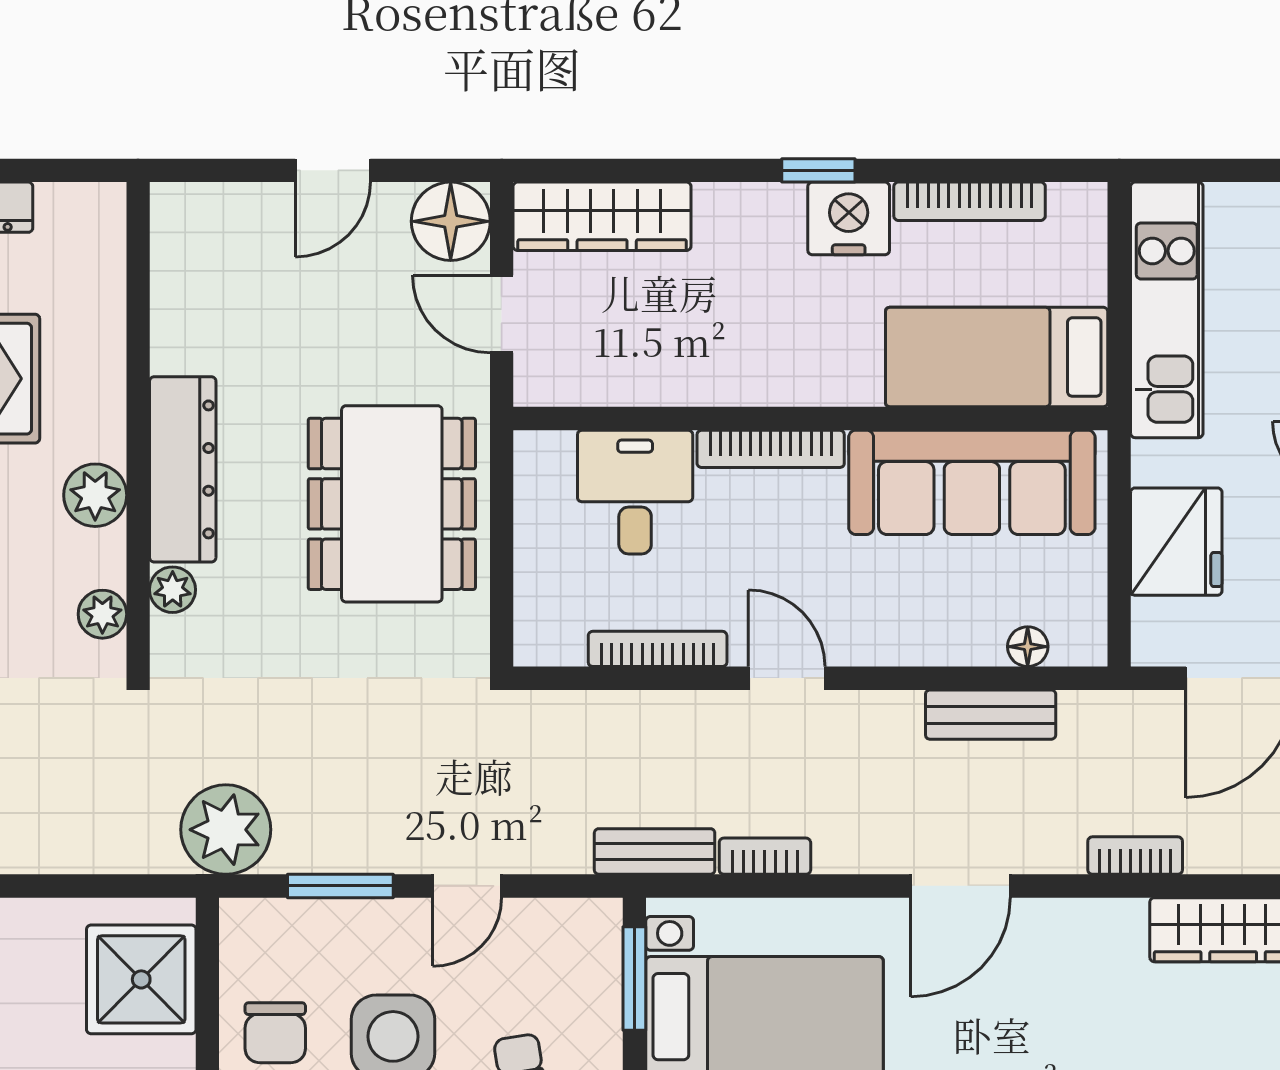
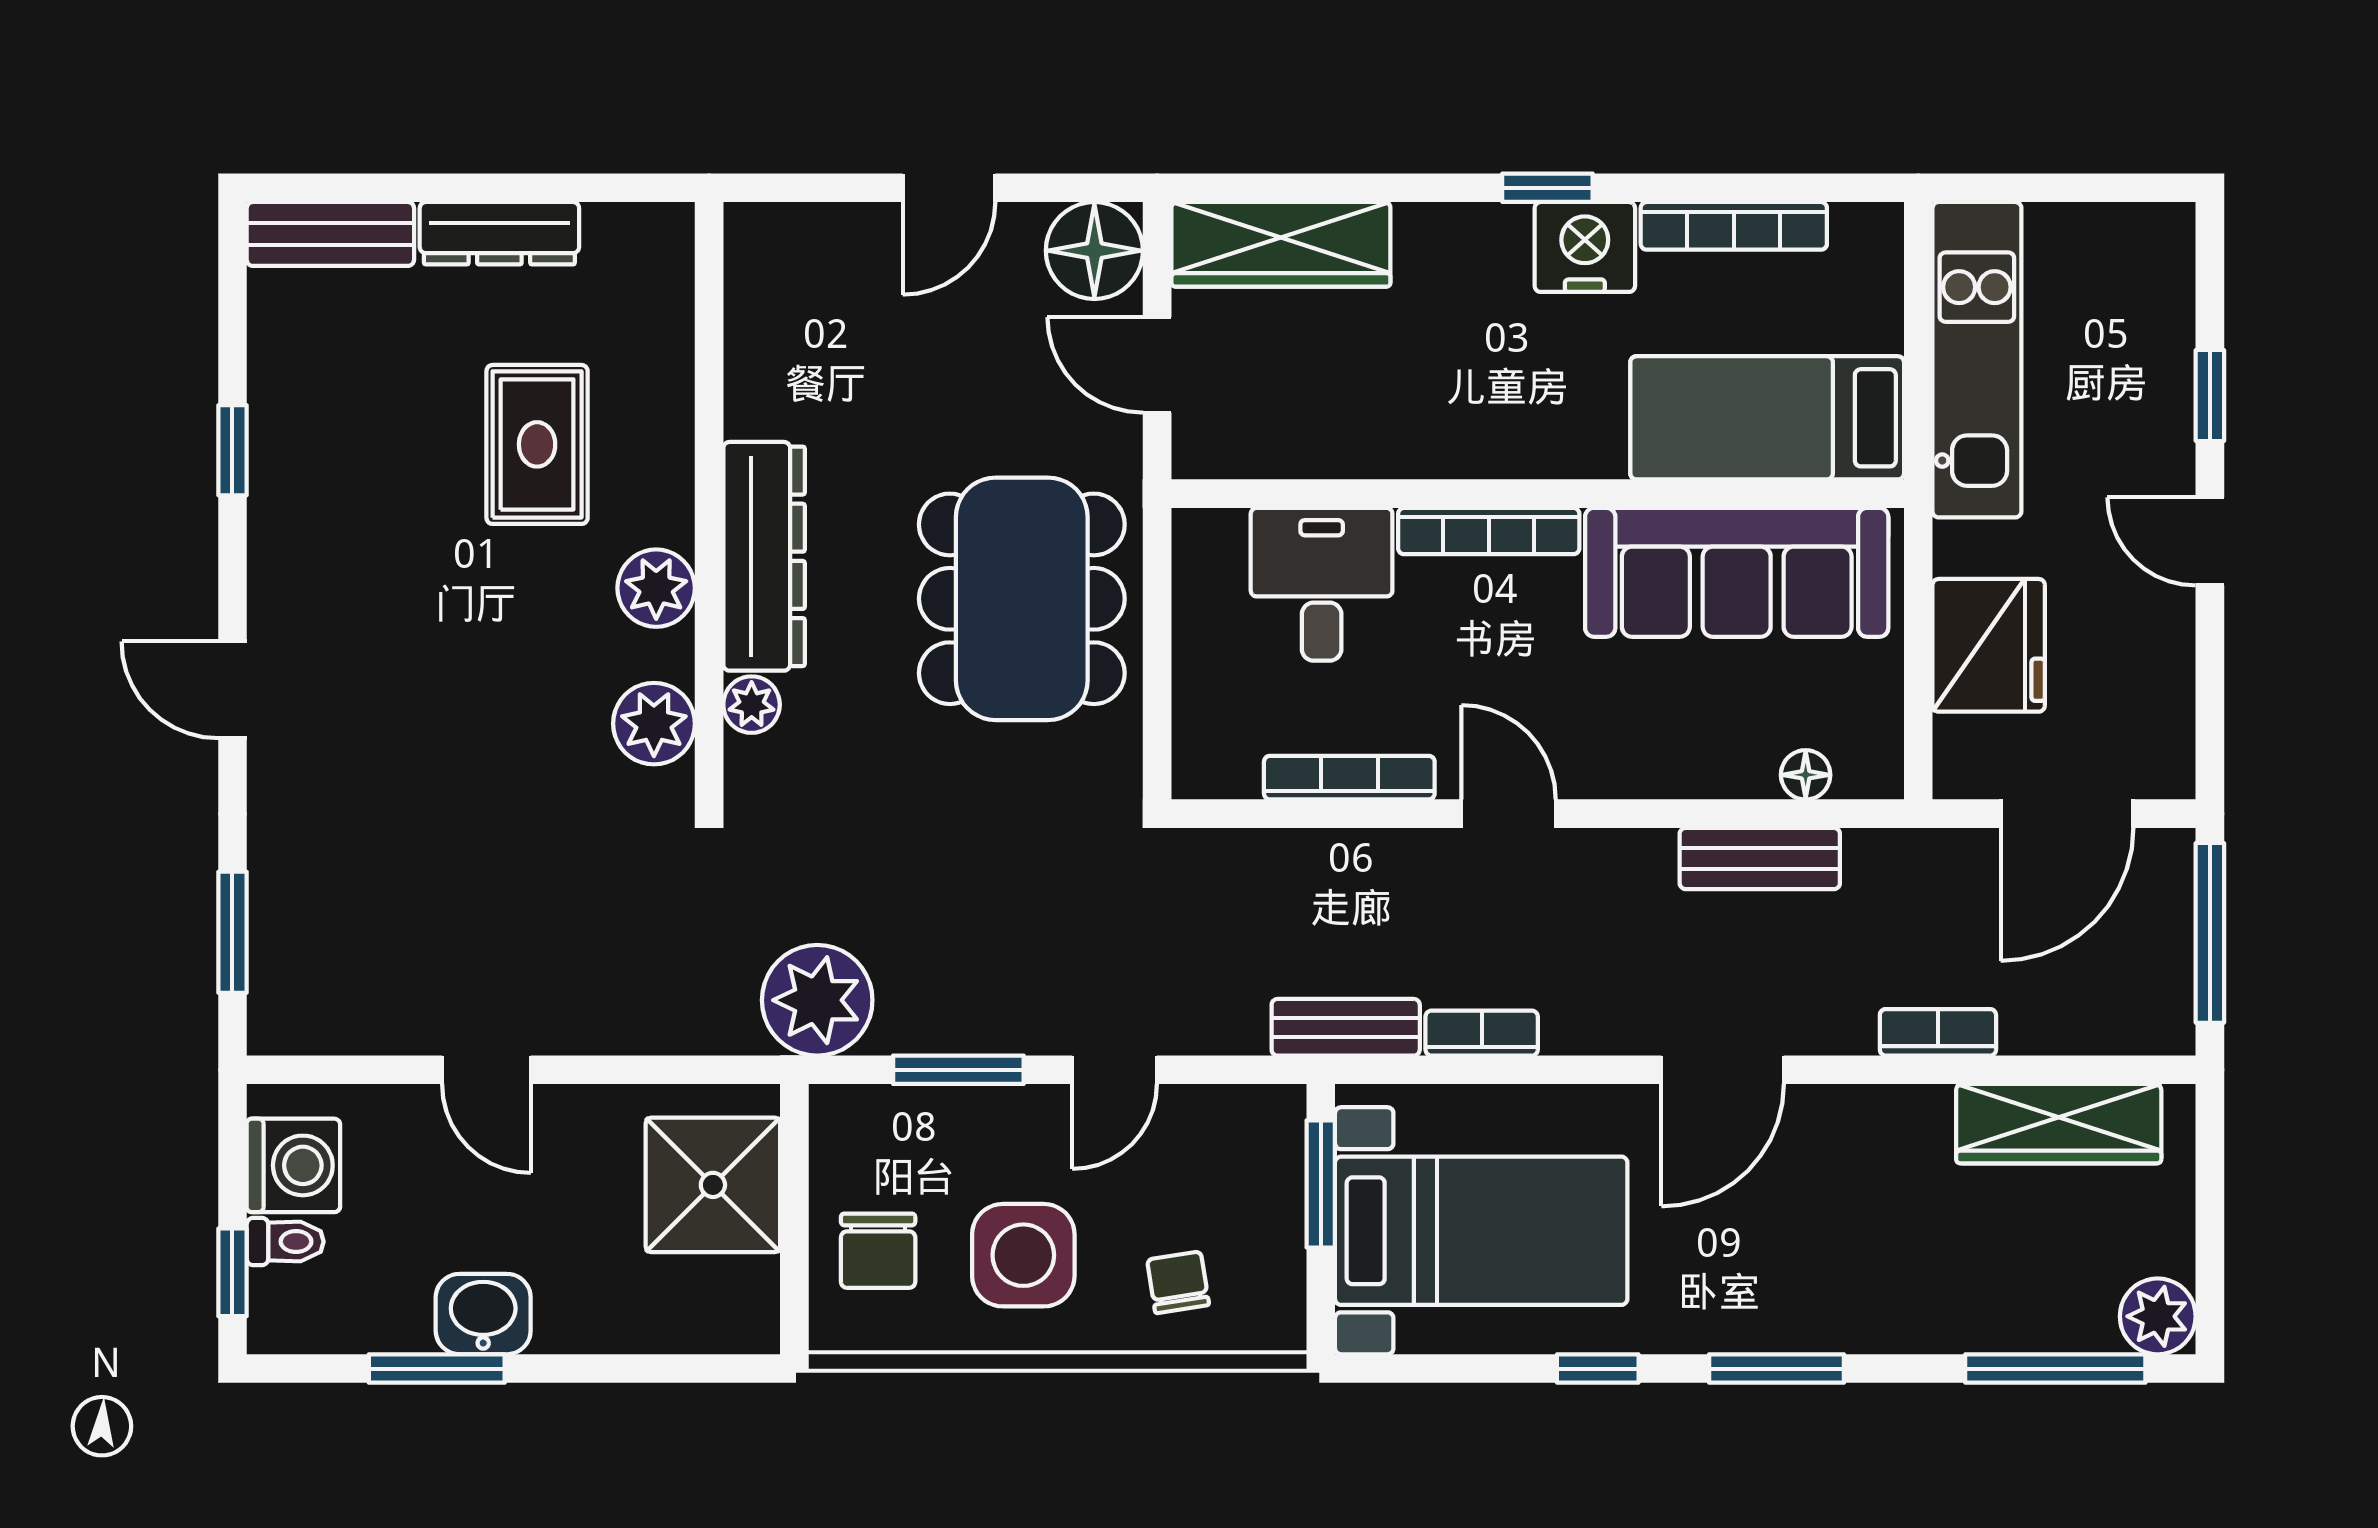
plant: (102, 614) -> (654, 724), width x1.38, depth x1.38

